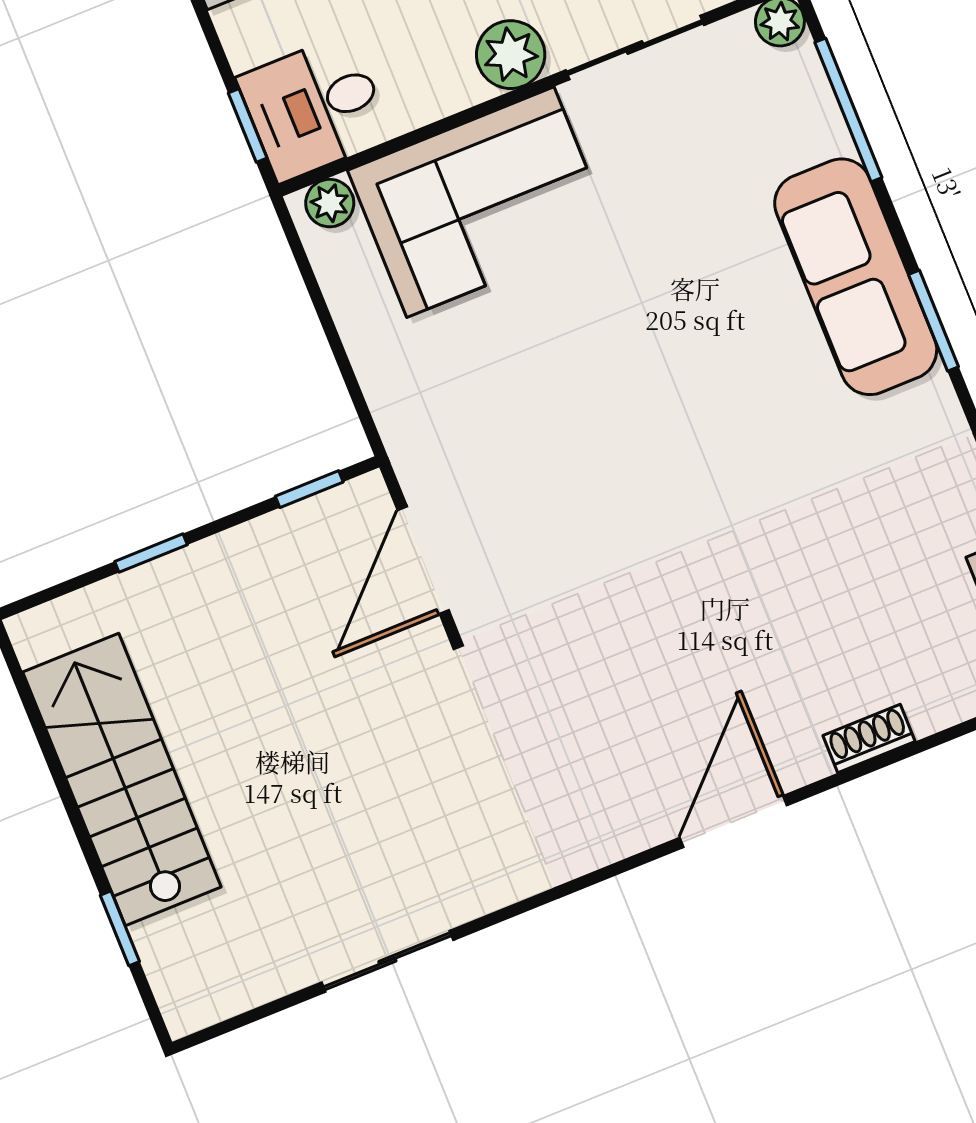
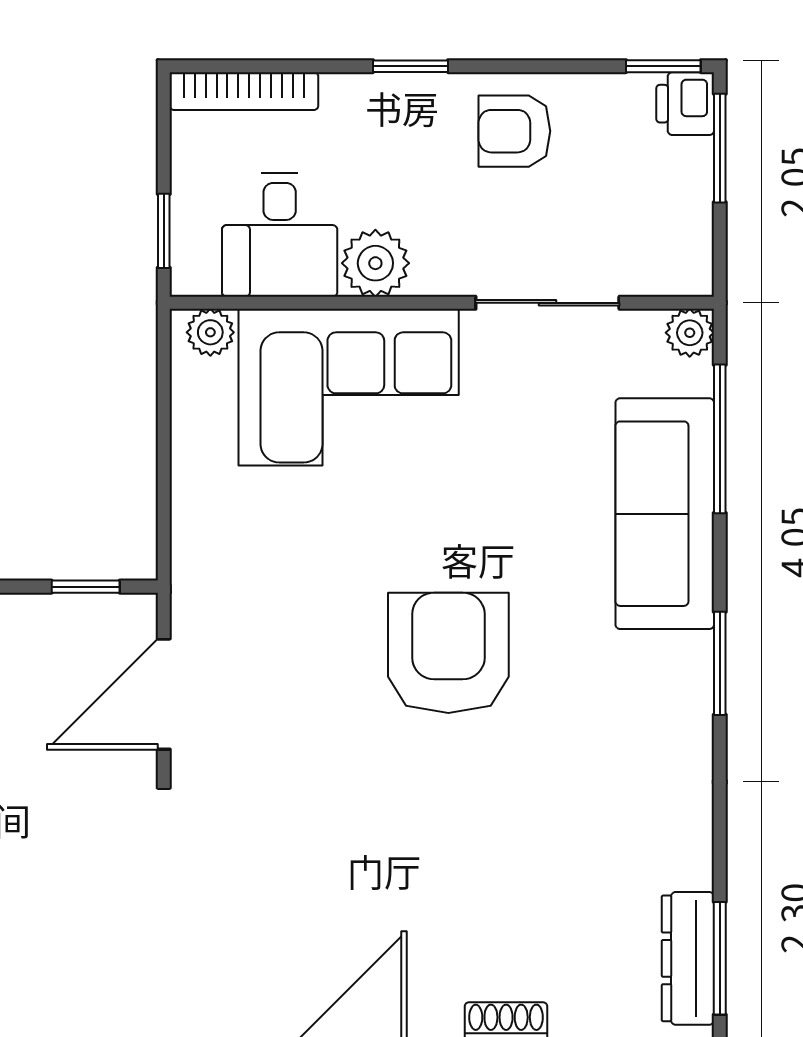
plant: (511, 55) -> (375, 263), moved
desk: (315, 108) -> (280, 235), moved, turned -90
sofa: (856, 277) -> (665, 514), moved
armchair: (675, 414) -> (448, 653), added

